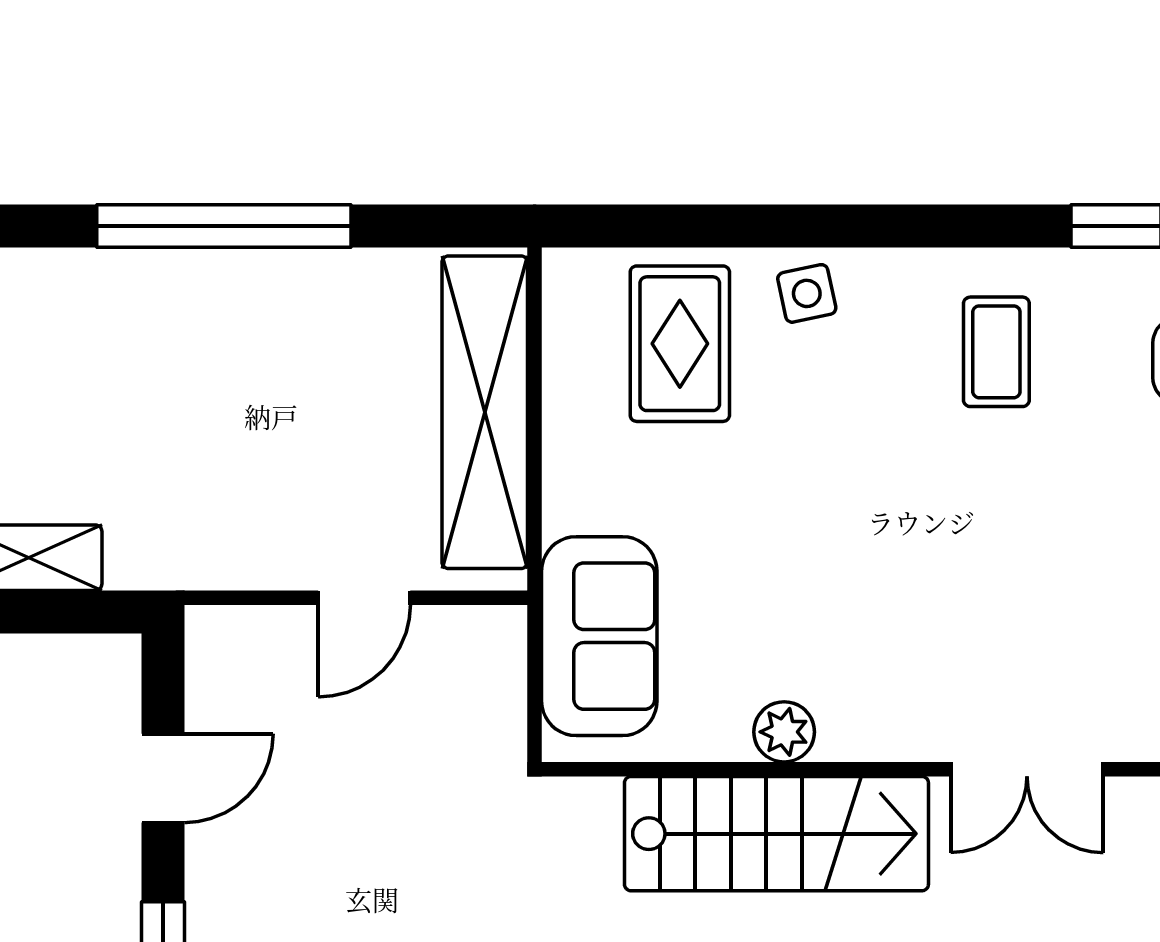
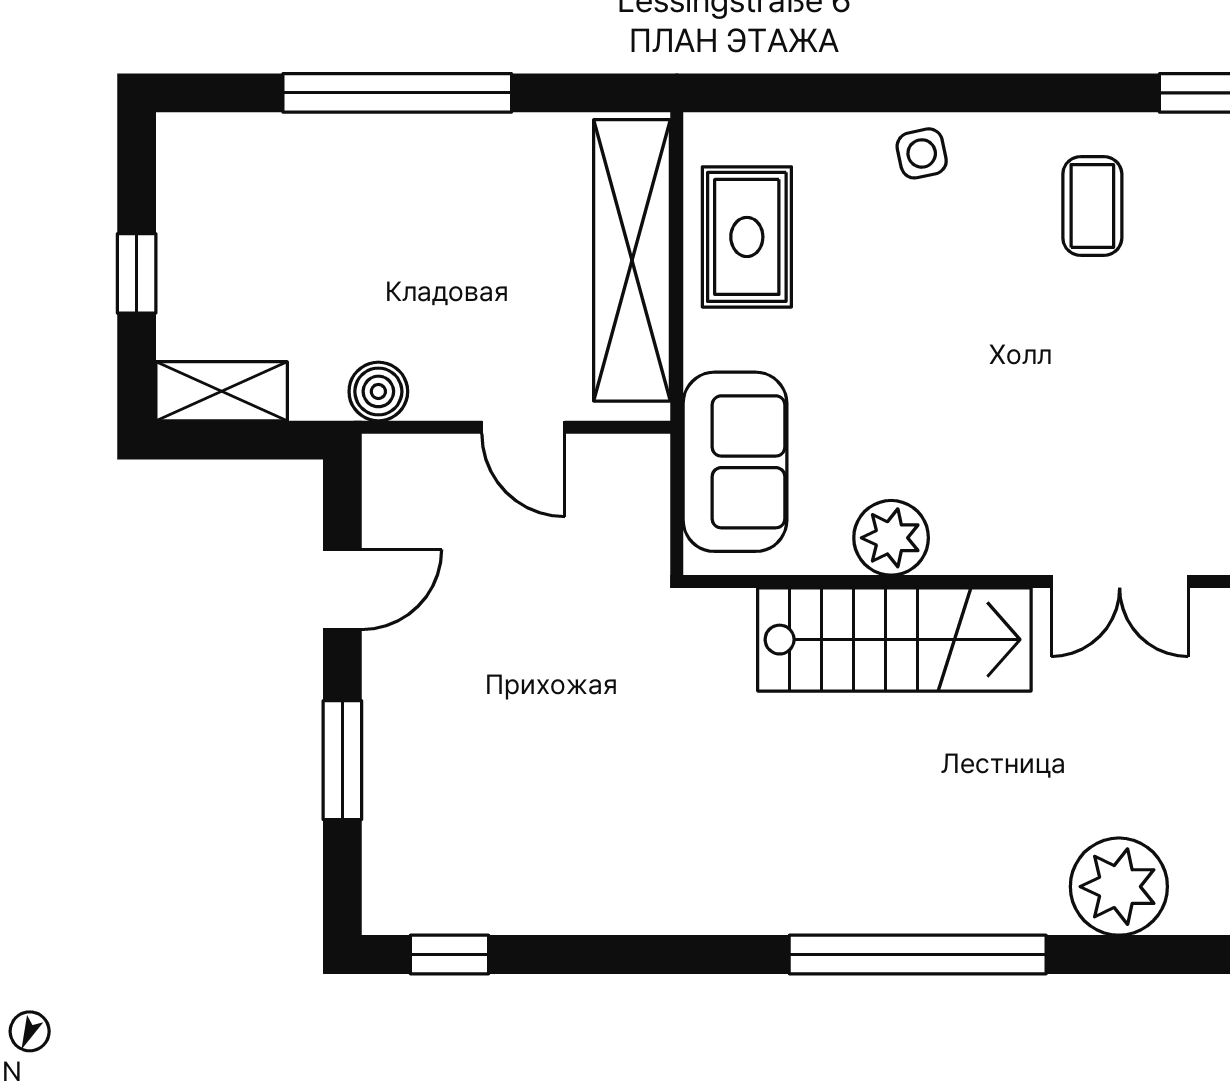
rug: (680, 344) -> (747, 237), moved
boiler: (203, 558) -> (378, 391), added
door: (364, 598) -> (523, 427), hinge flipped
plant: (784, 732) -> (891, 538), width x1.38, depth x1.38

